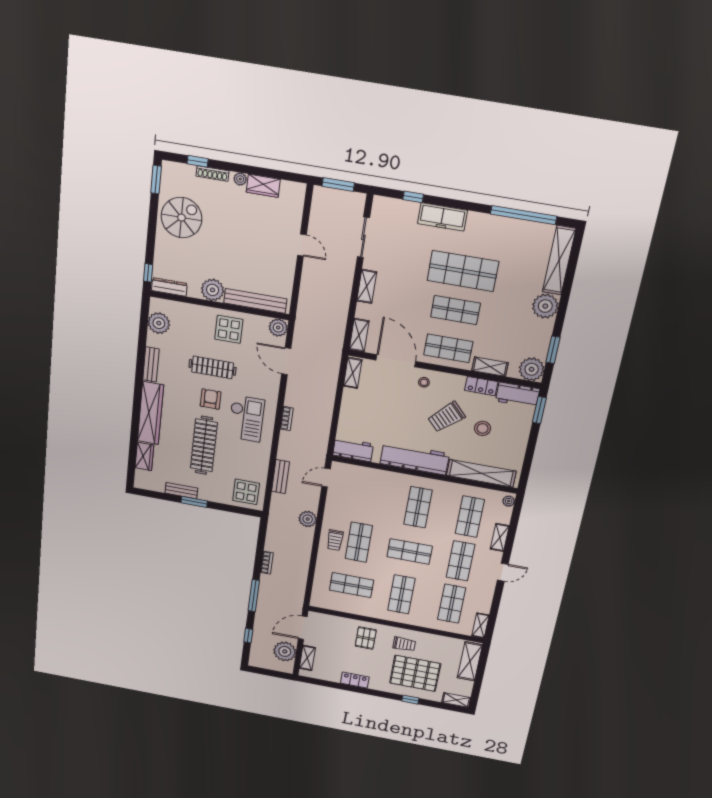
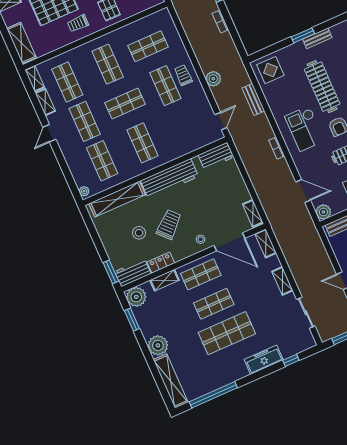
shelving: (500, 537) -> (45, 102), moved

